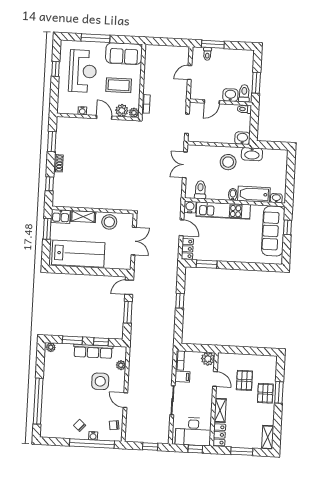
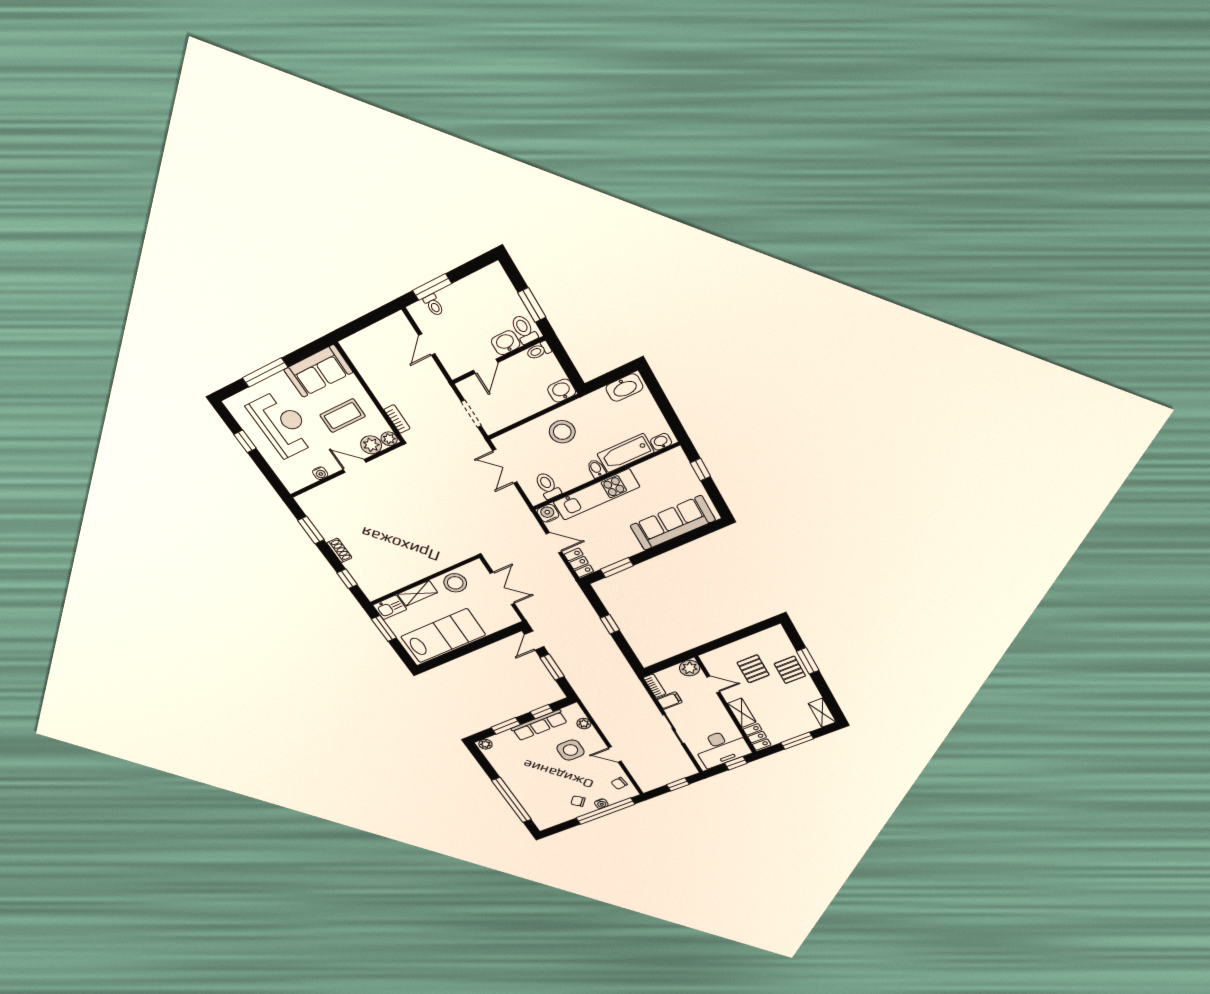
washbasin: (252, 154) -> (624, 388), moved
sofa: (273, 231) -> (673, 523), moved, turned 90

